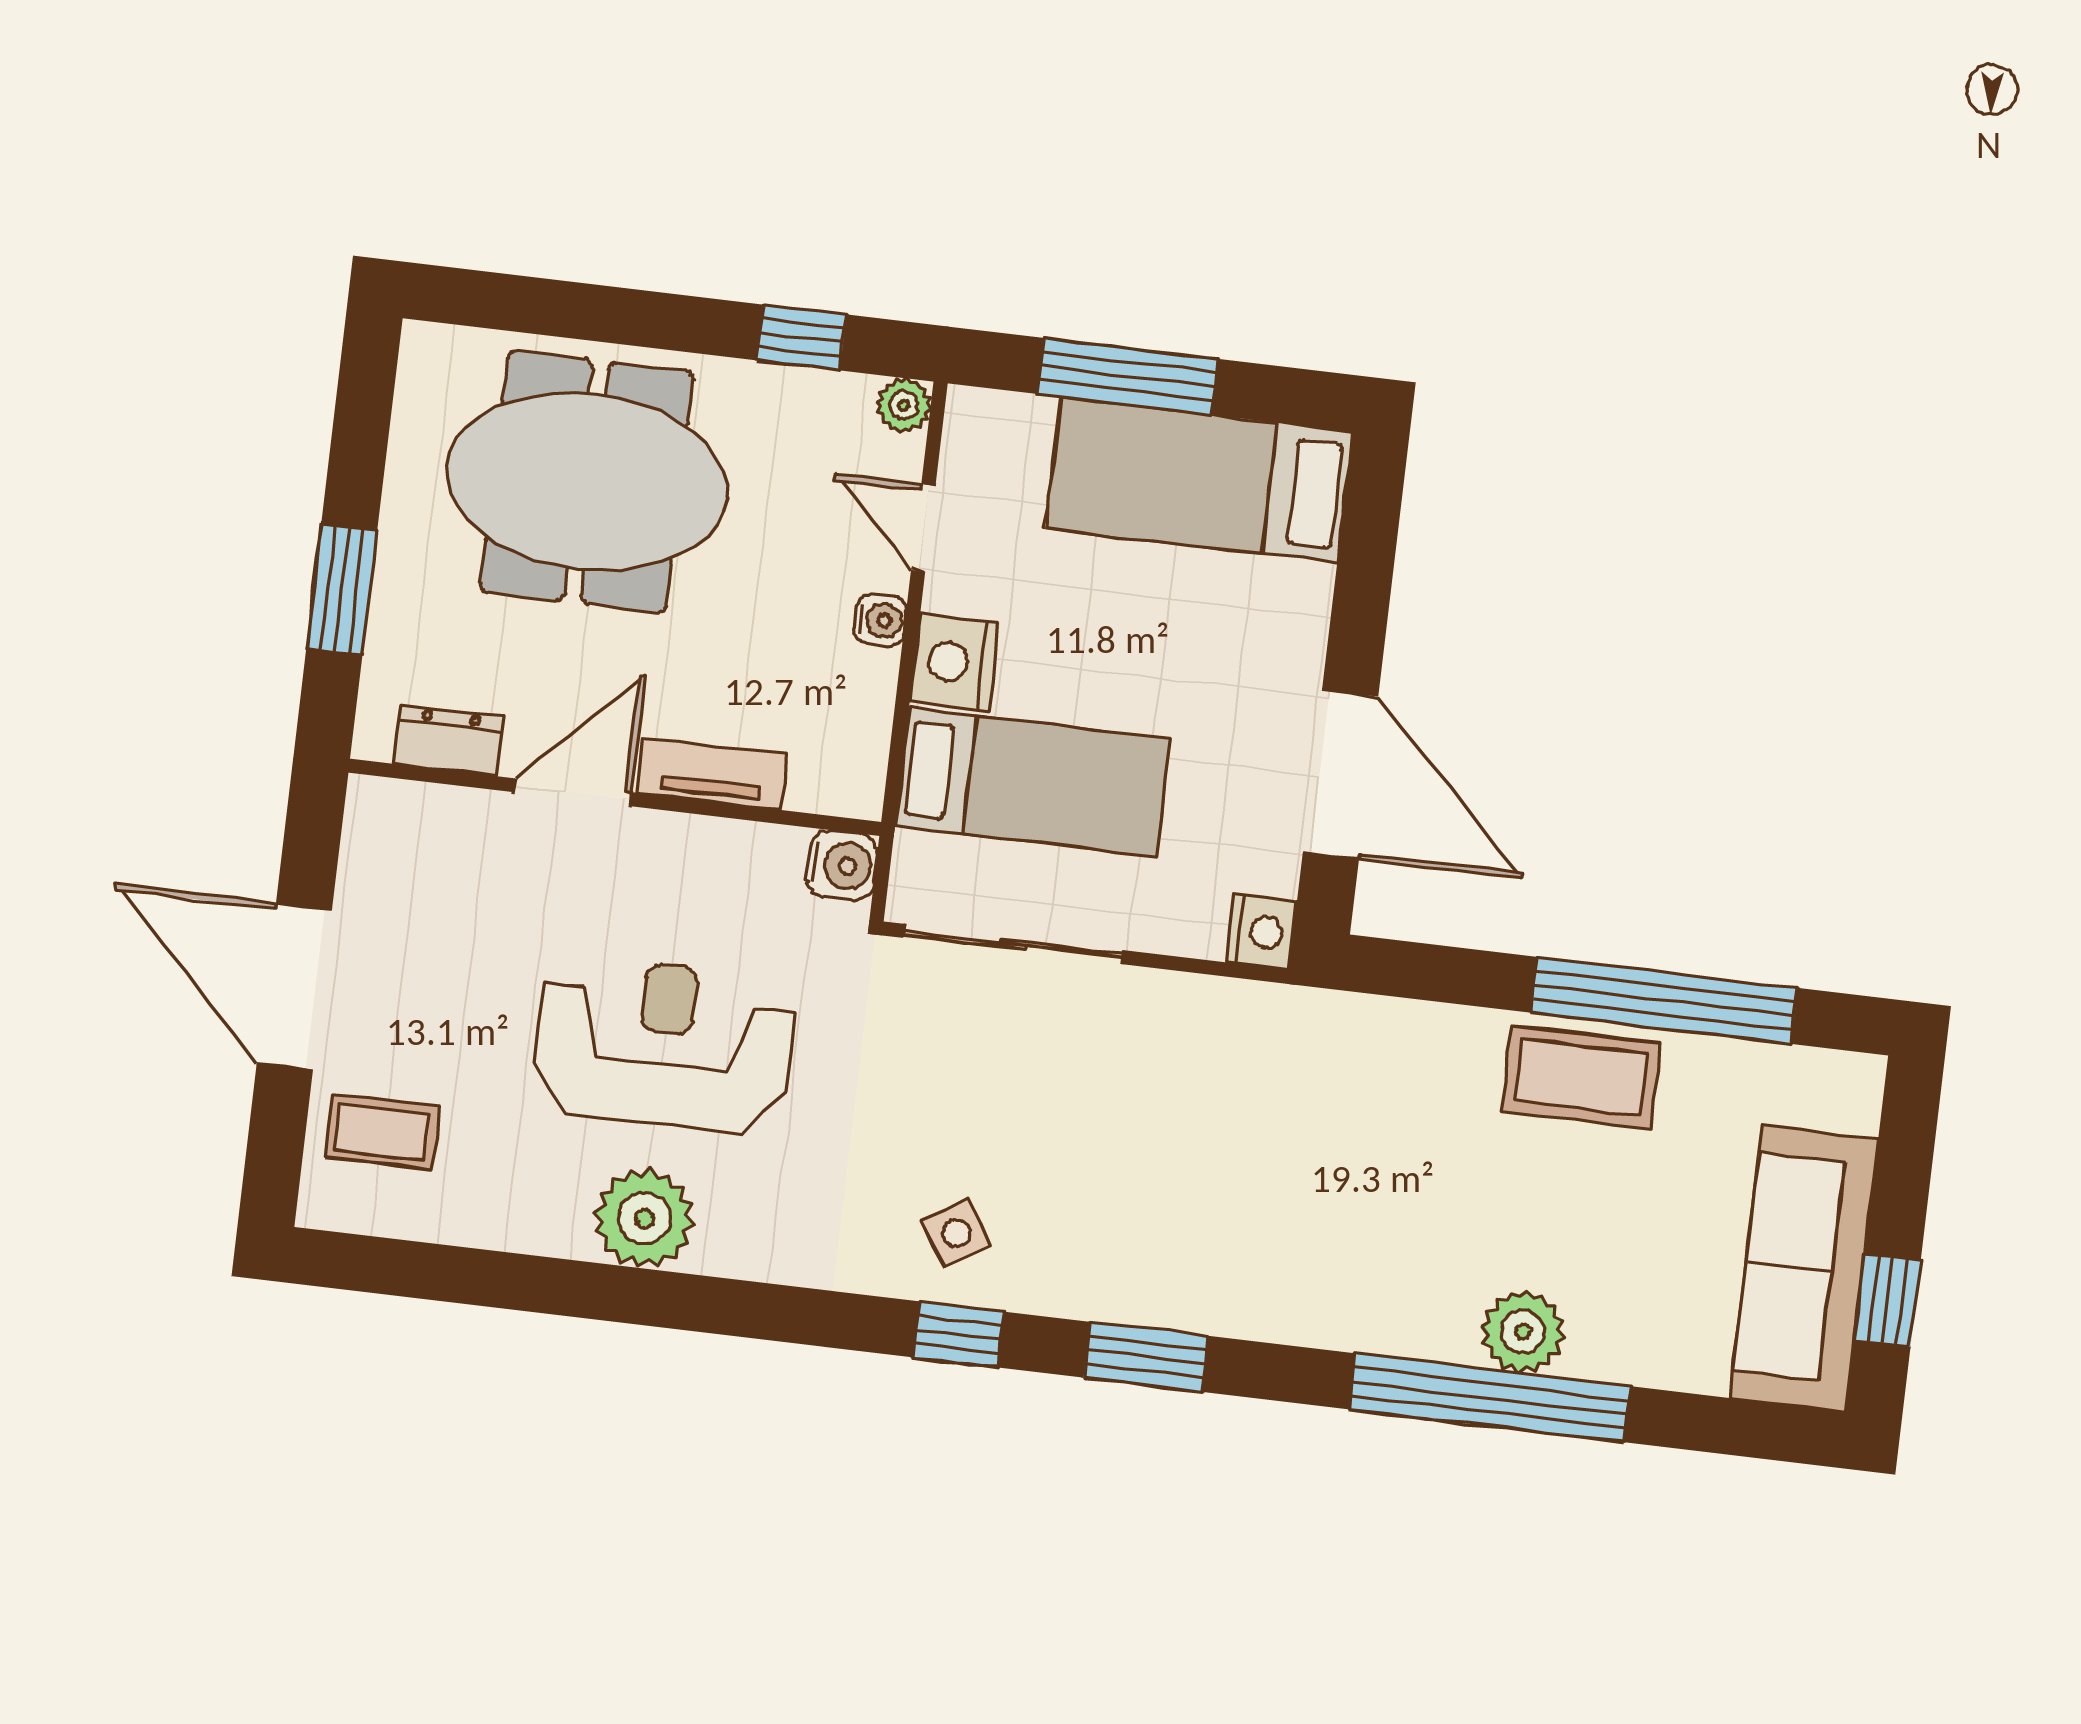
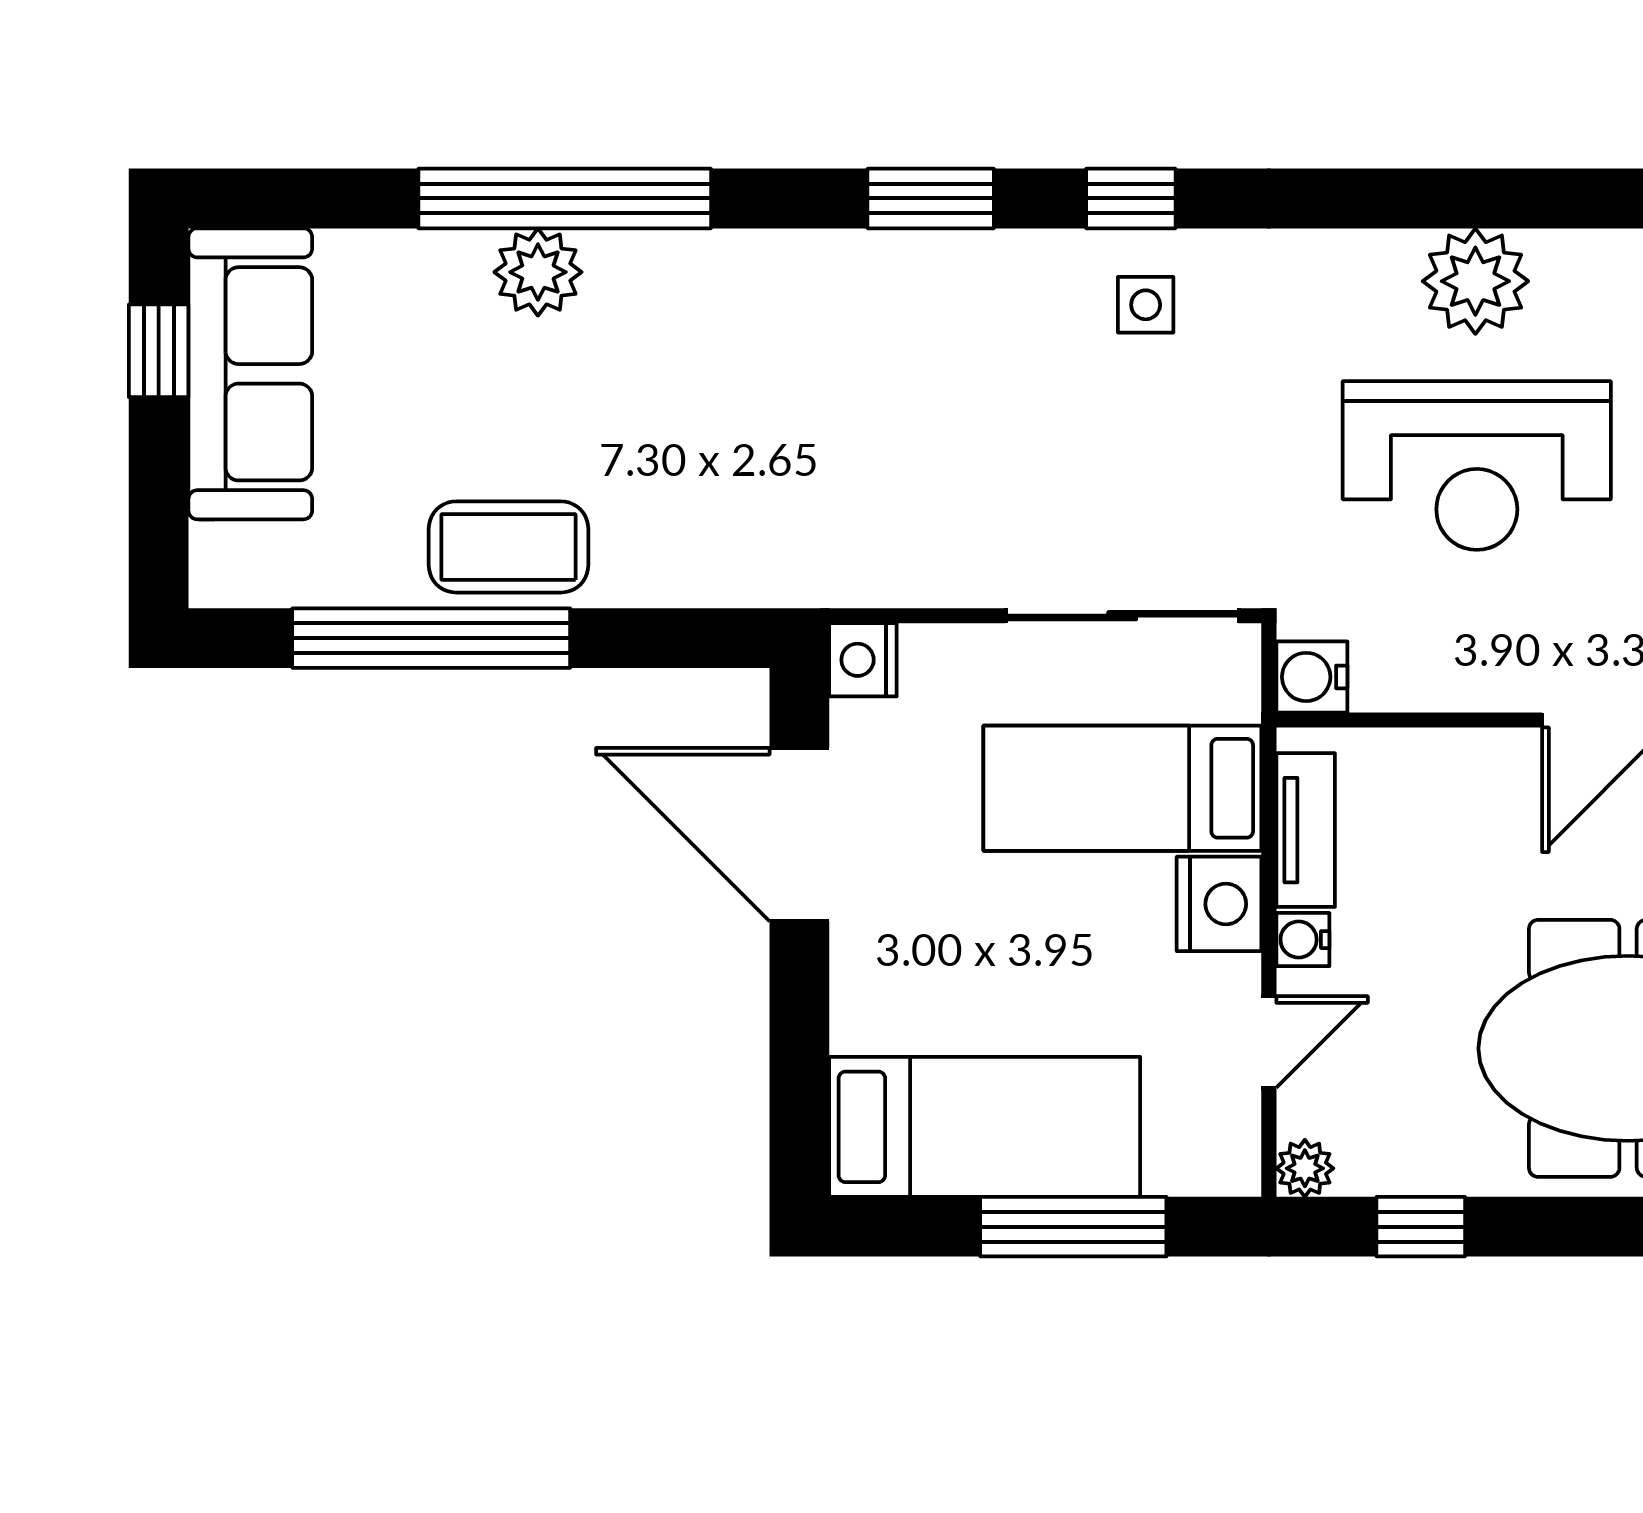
door: (923, 528) -> (1269, 1042), hinge flipped
tv unit: (712, 774) -> (1306, 830), moved, turned -90
side table: (956, 1233) -> (1146, 305), turned 32

